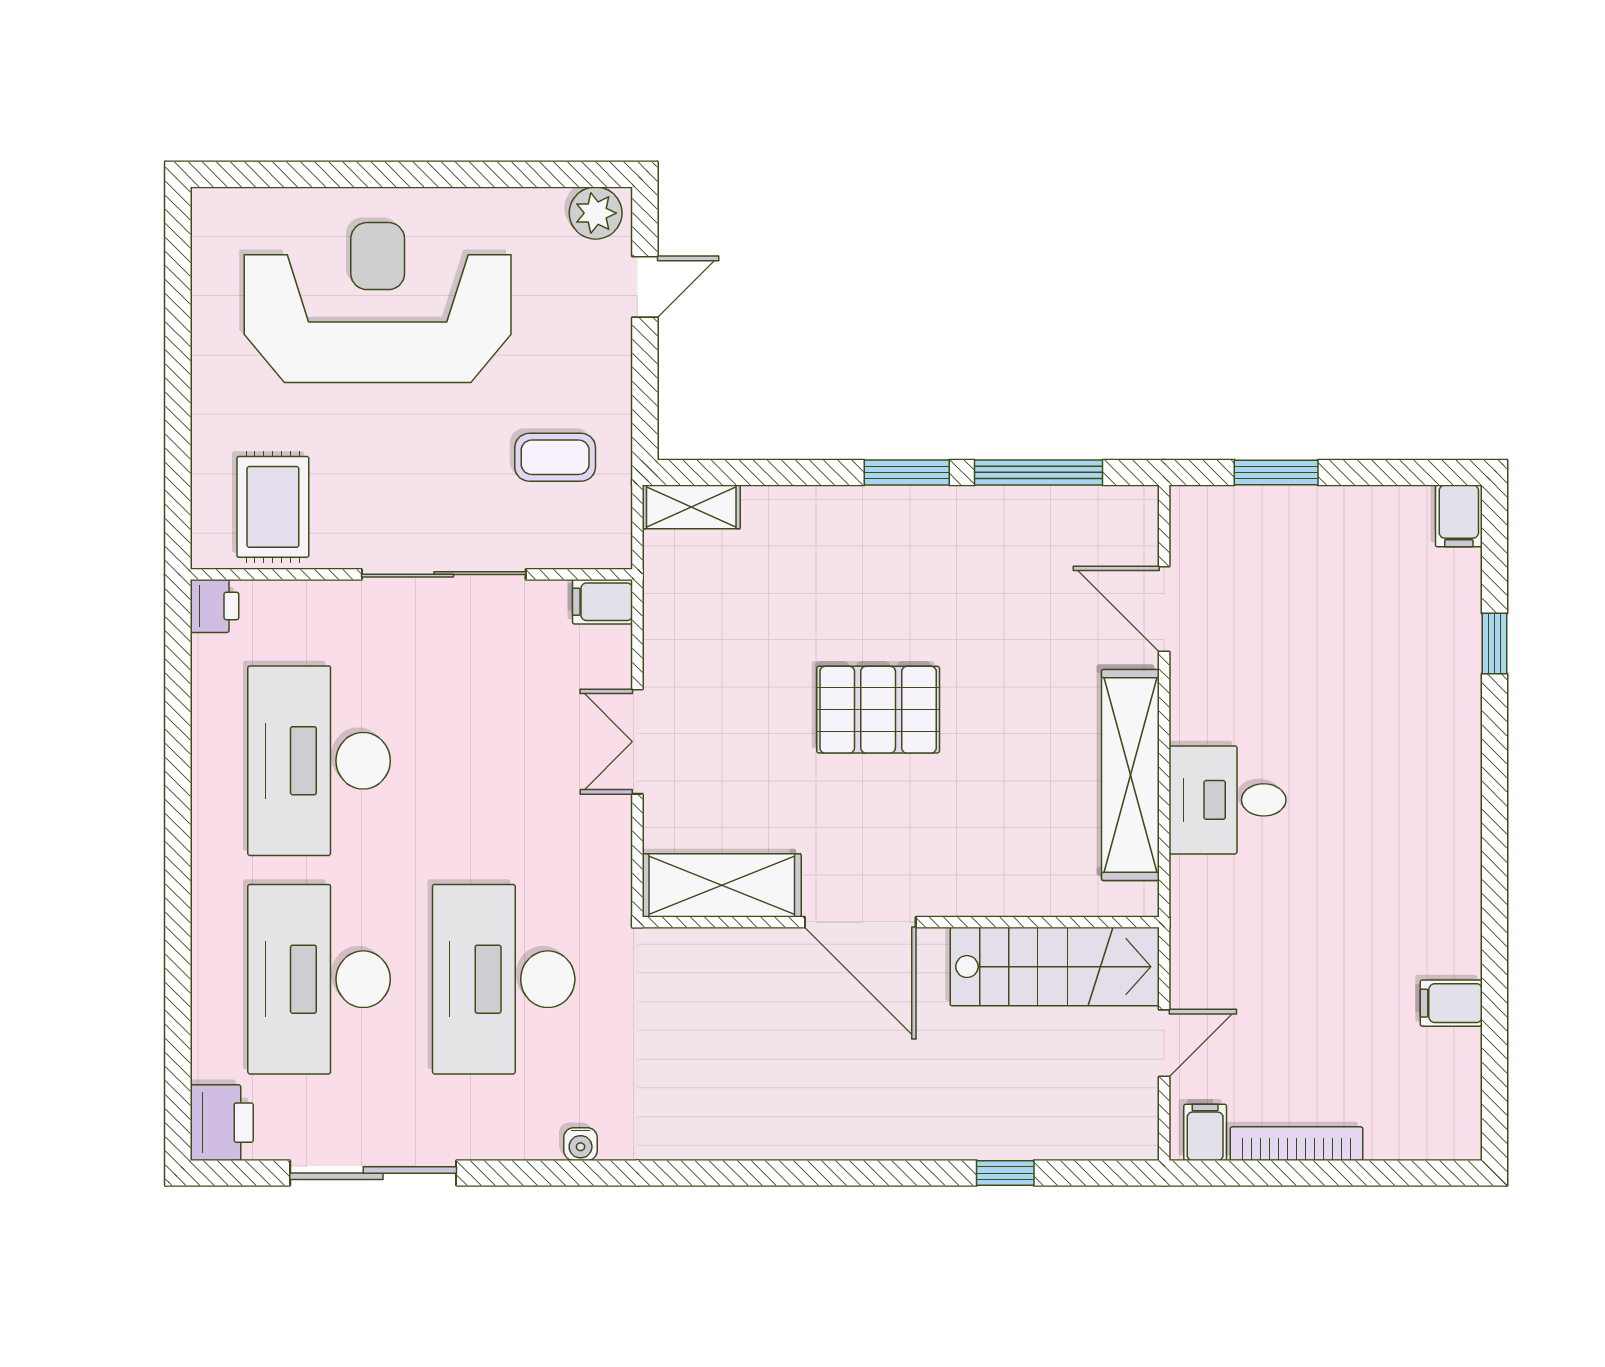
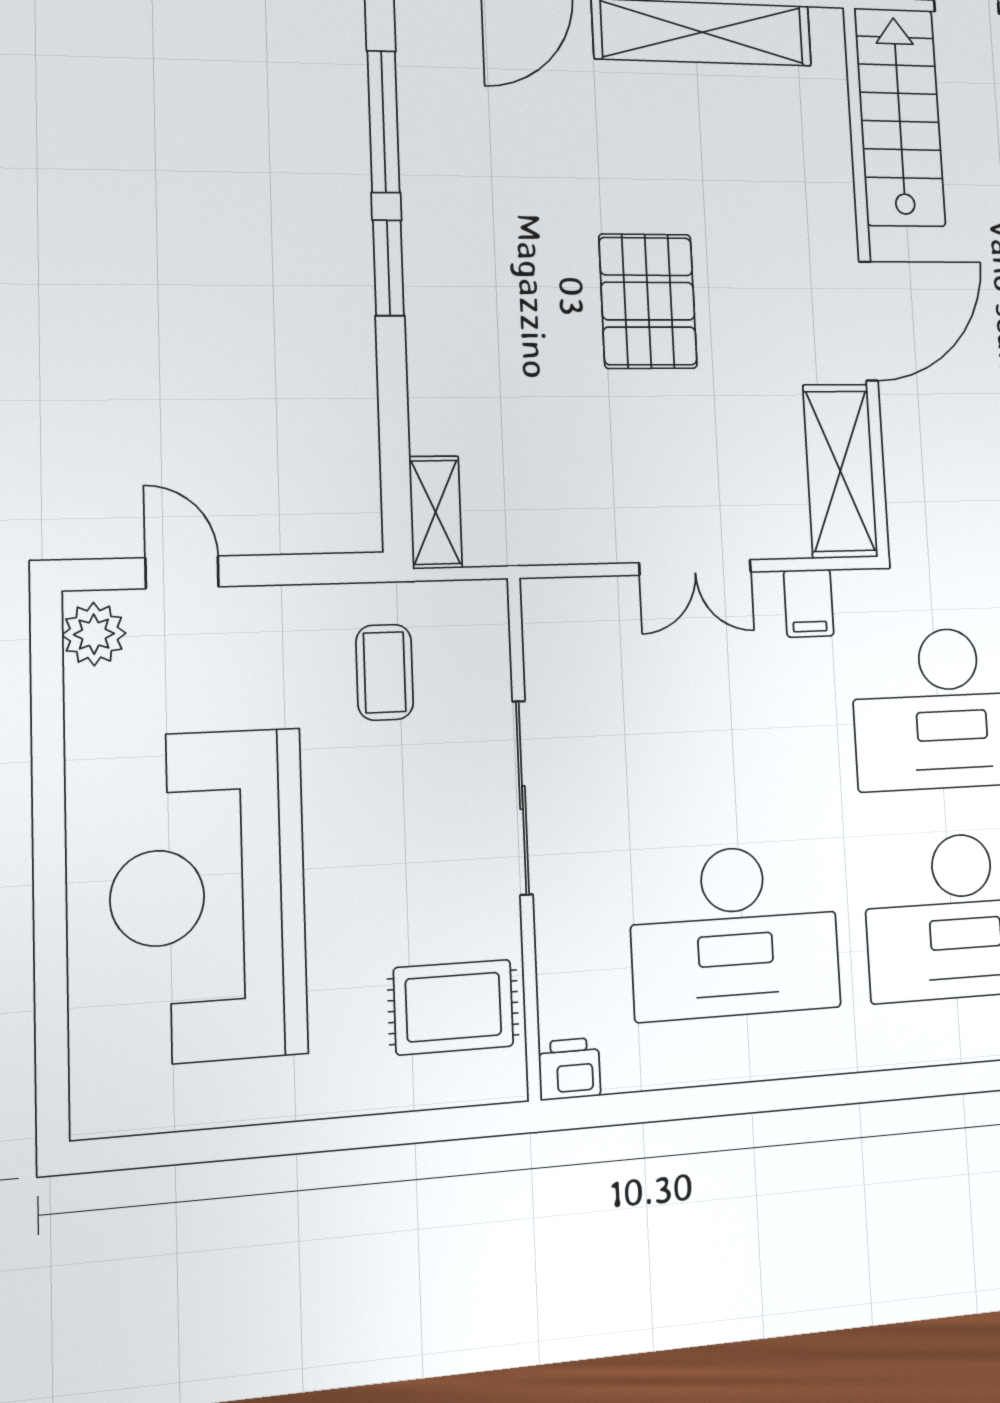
filing cabinet: (603, 602) -> (809, 603), moved

